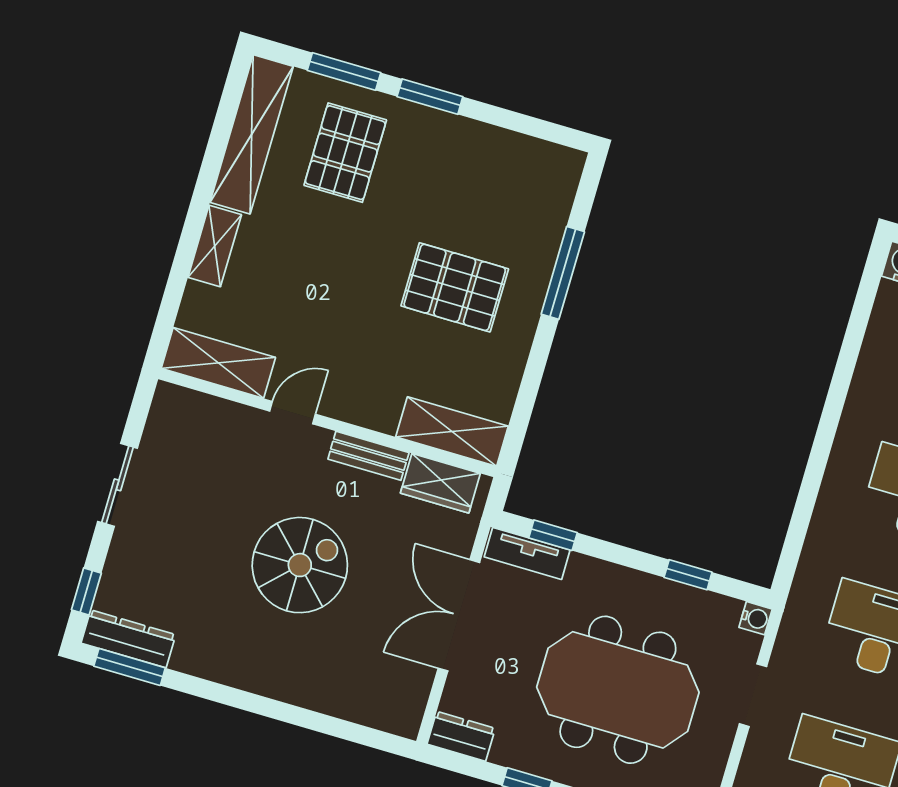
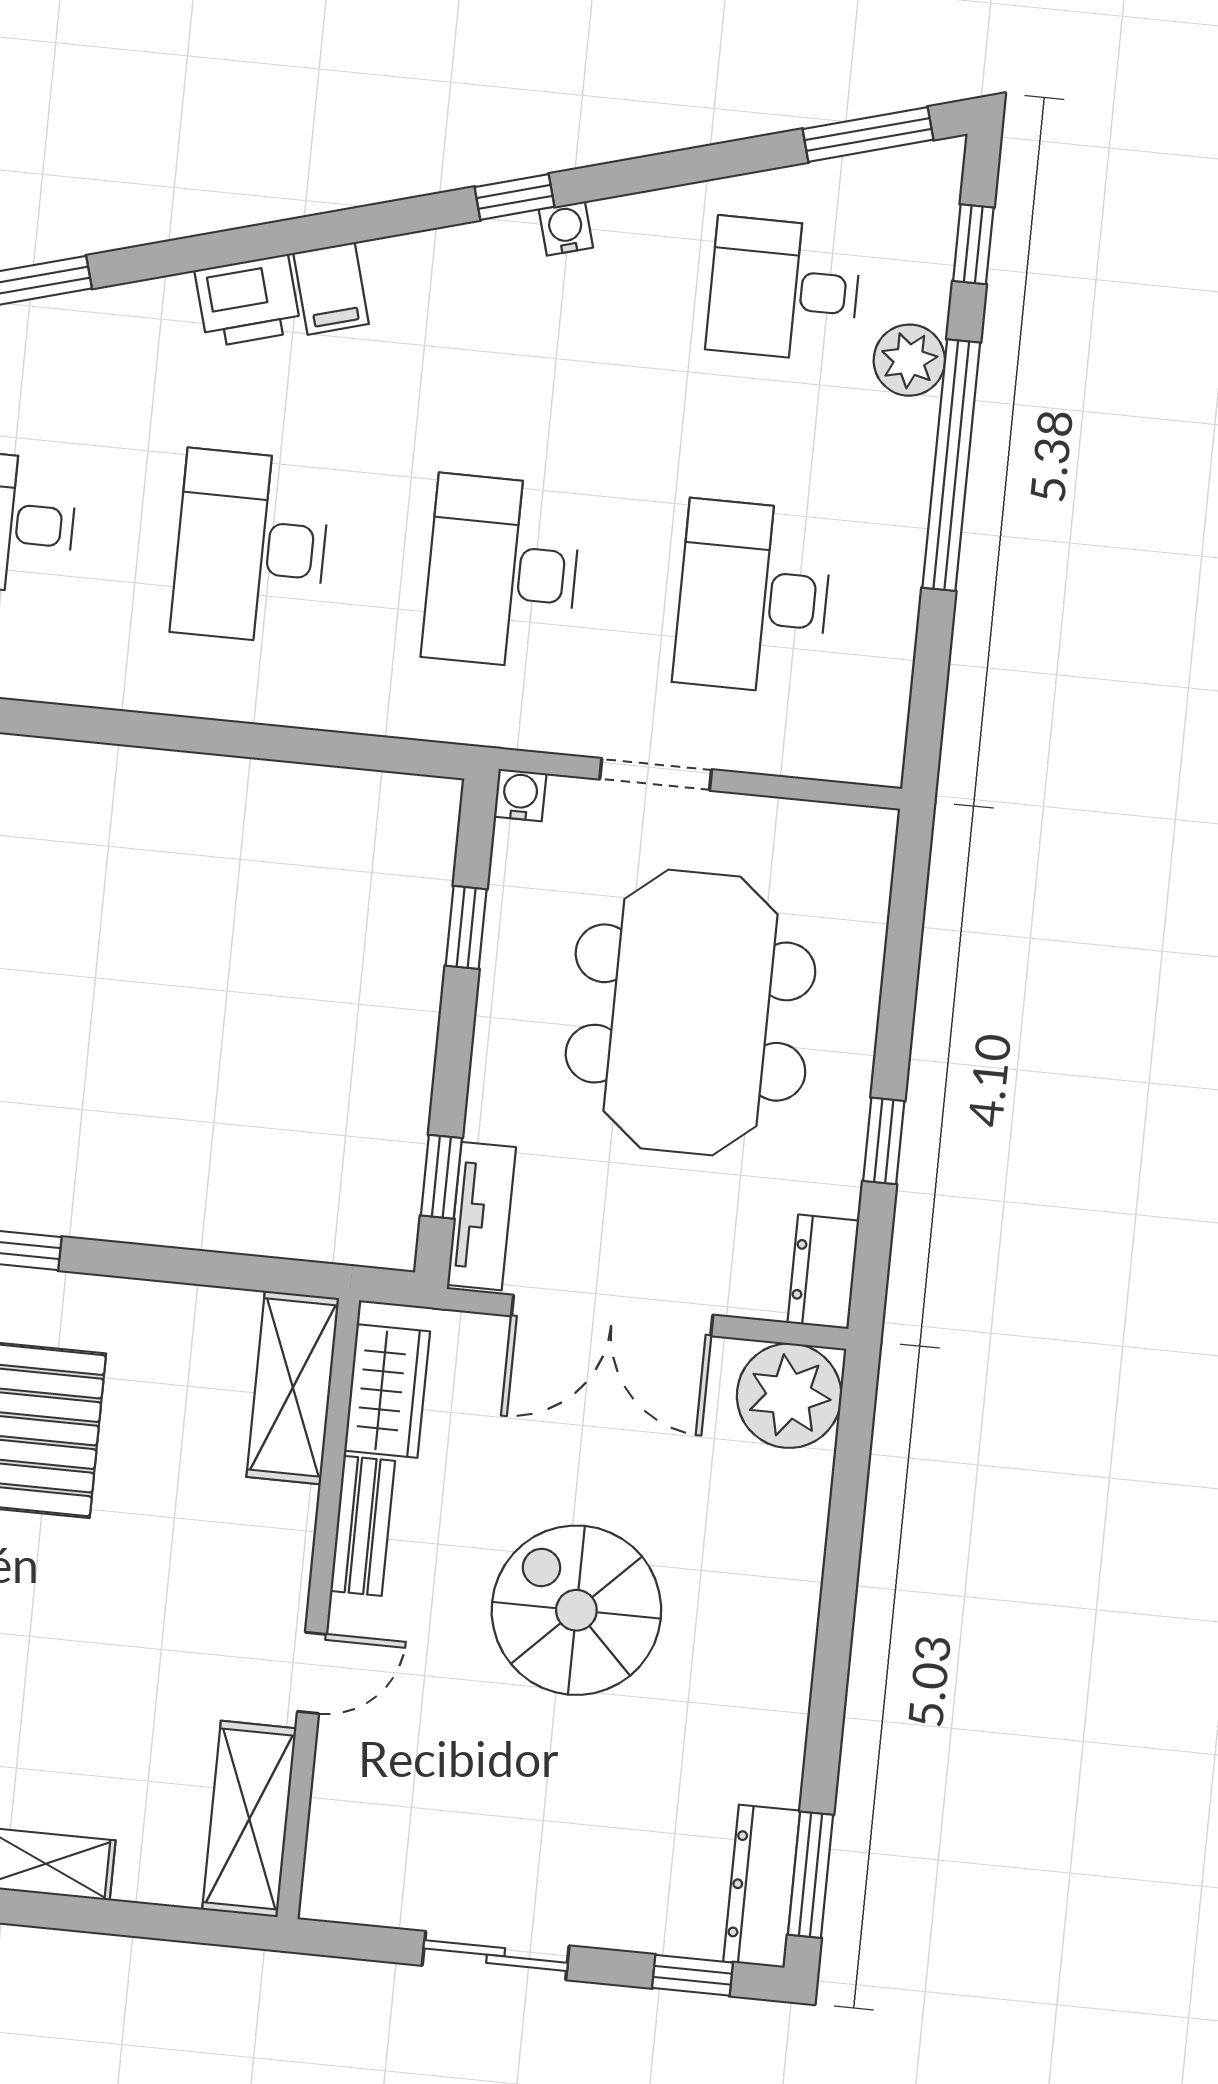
door: (293, 413) -> (312, 1673), swing flipped
plant: (396, 705) -> (789, 1396), added

